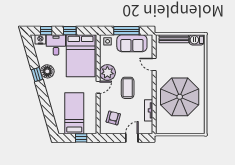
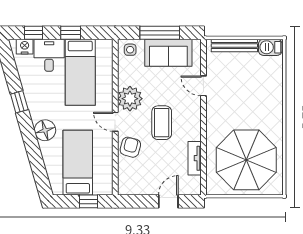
bed: (81, 56) -> (80, 72), width x0.67
floor lamp: (47, 71) -> (45, 130), moved
door: (98, 87) -> (115, 122), swing flipped
parasol: (180, 97) -> (246, 160), moved
armchair: (113, 118) -> (130, 147), moved

